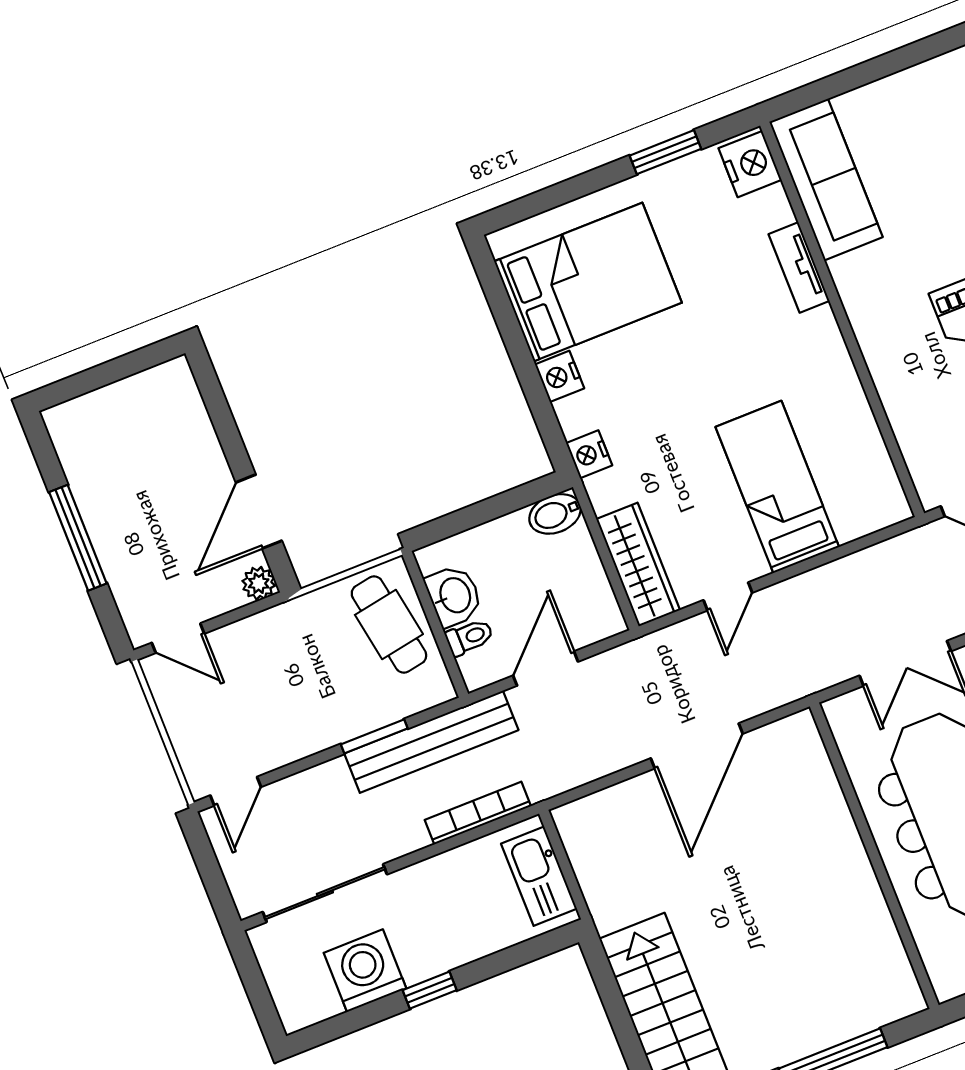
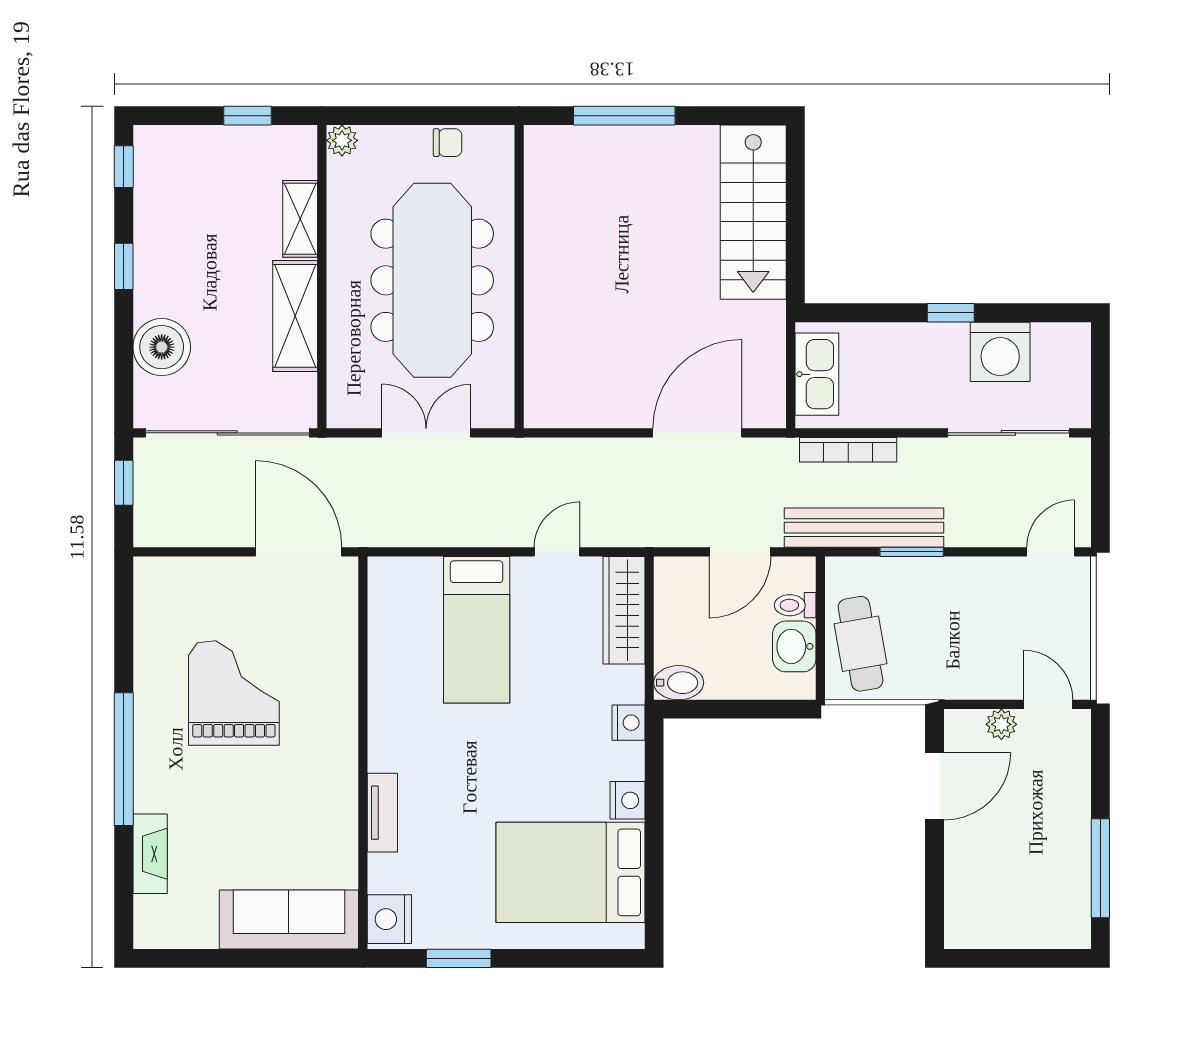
sofa: (826, 180) -> (289, 920), moved, turned 90
window: (78, 538) -> (1100, 868), moved
plant: (259, 583) -> (1001, 724), moved
door: (697, 746) -> (697, 433), moved

